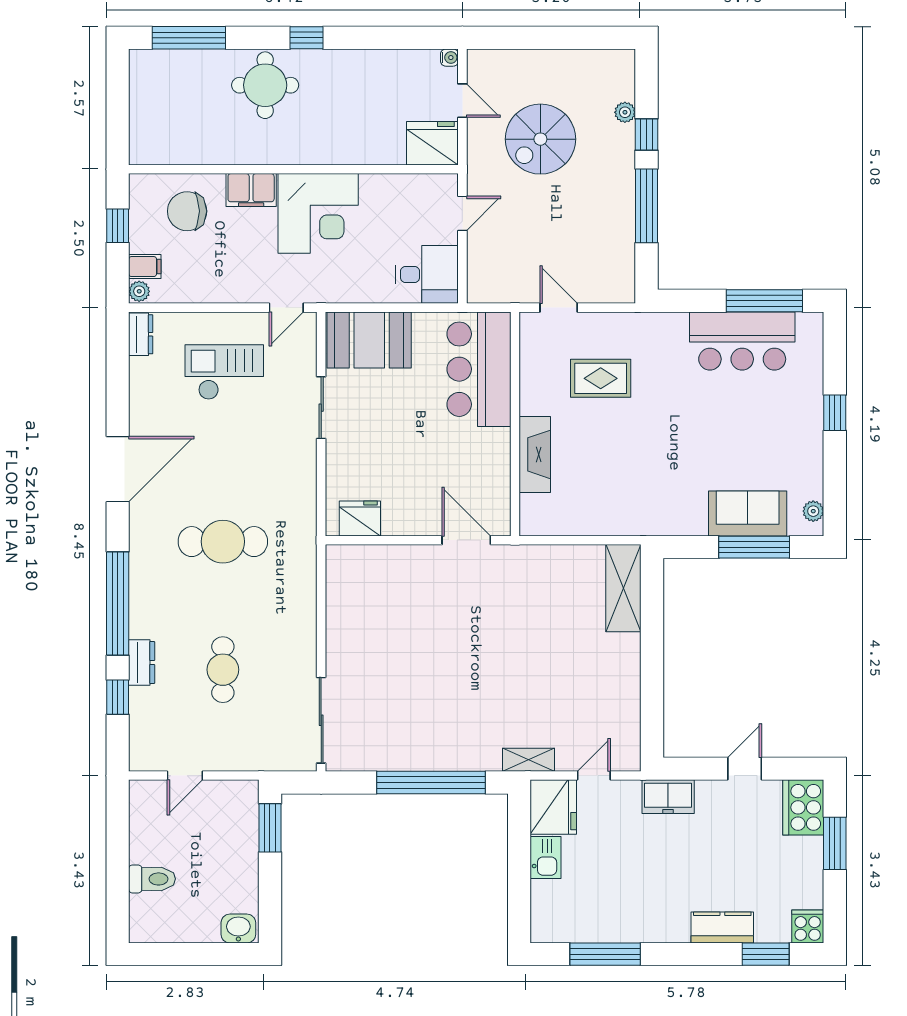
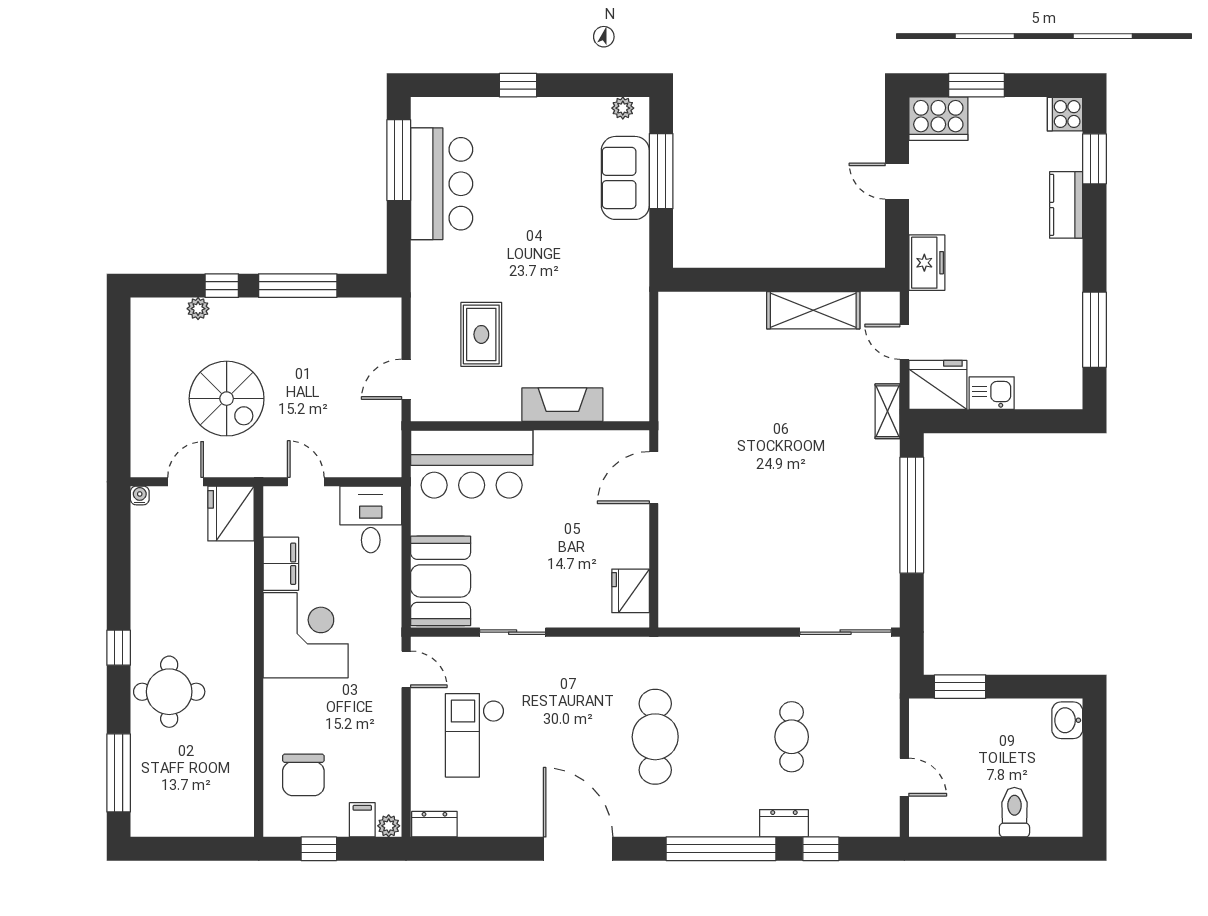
filing cabinet: (251, 190) -> (281, 564), moved
shelving: (623, 588) -> (813, 310), moved
cafe table: (223, 670) -> (792, 737), turned 90

